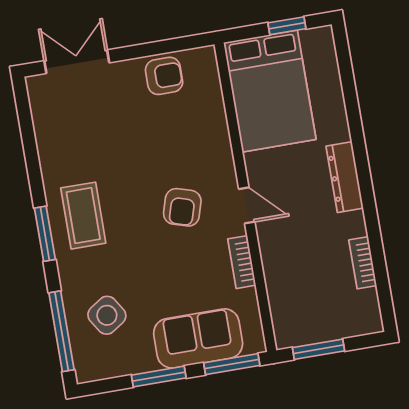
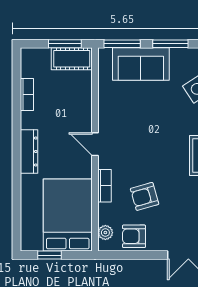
plant: (208, 74) -> (105, 233), added
armchair: (182, 207) -> (145, 196), moved, turned -123
bookcase: (242, 262) -> (105, 186), moved
cot: (304, 328) -> (72, 59), added

